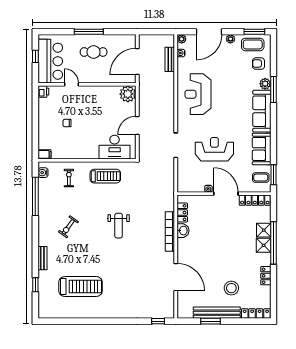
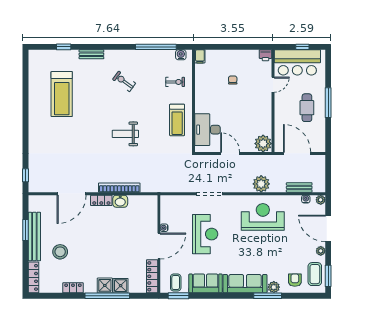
plant: (166, 96) -> (261, 184), added
locker: (182, 213) -> (101, 200), moved

